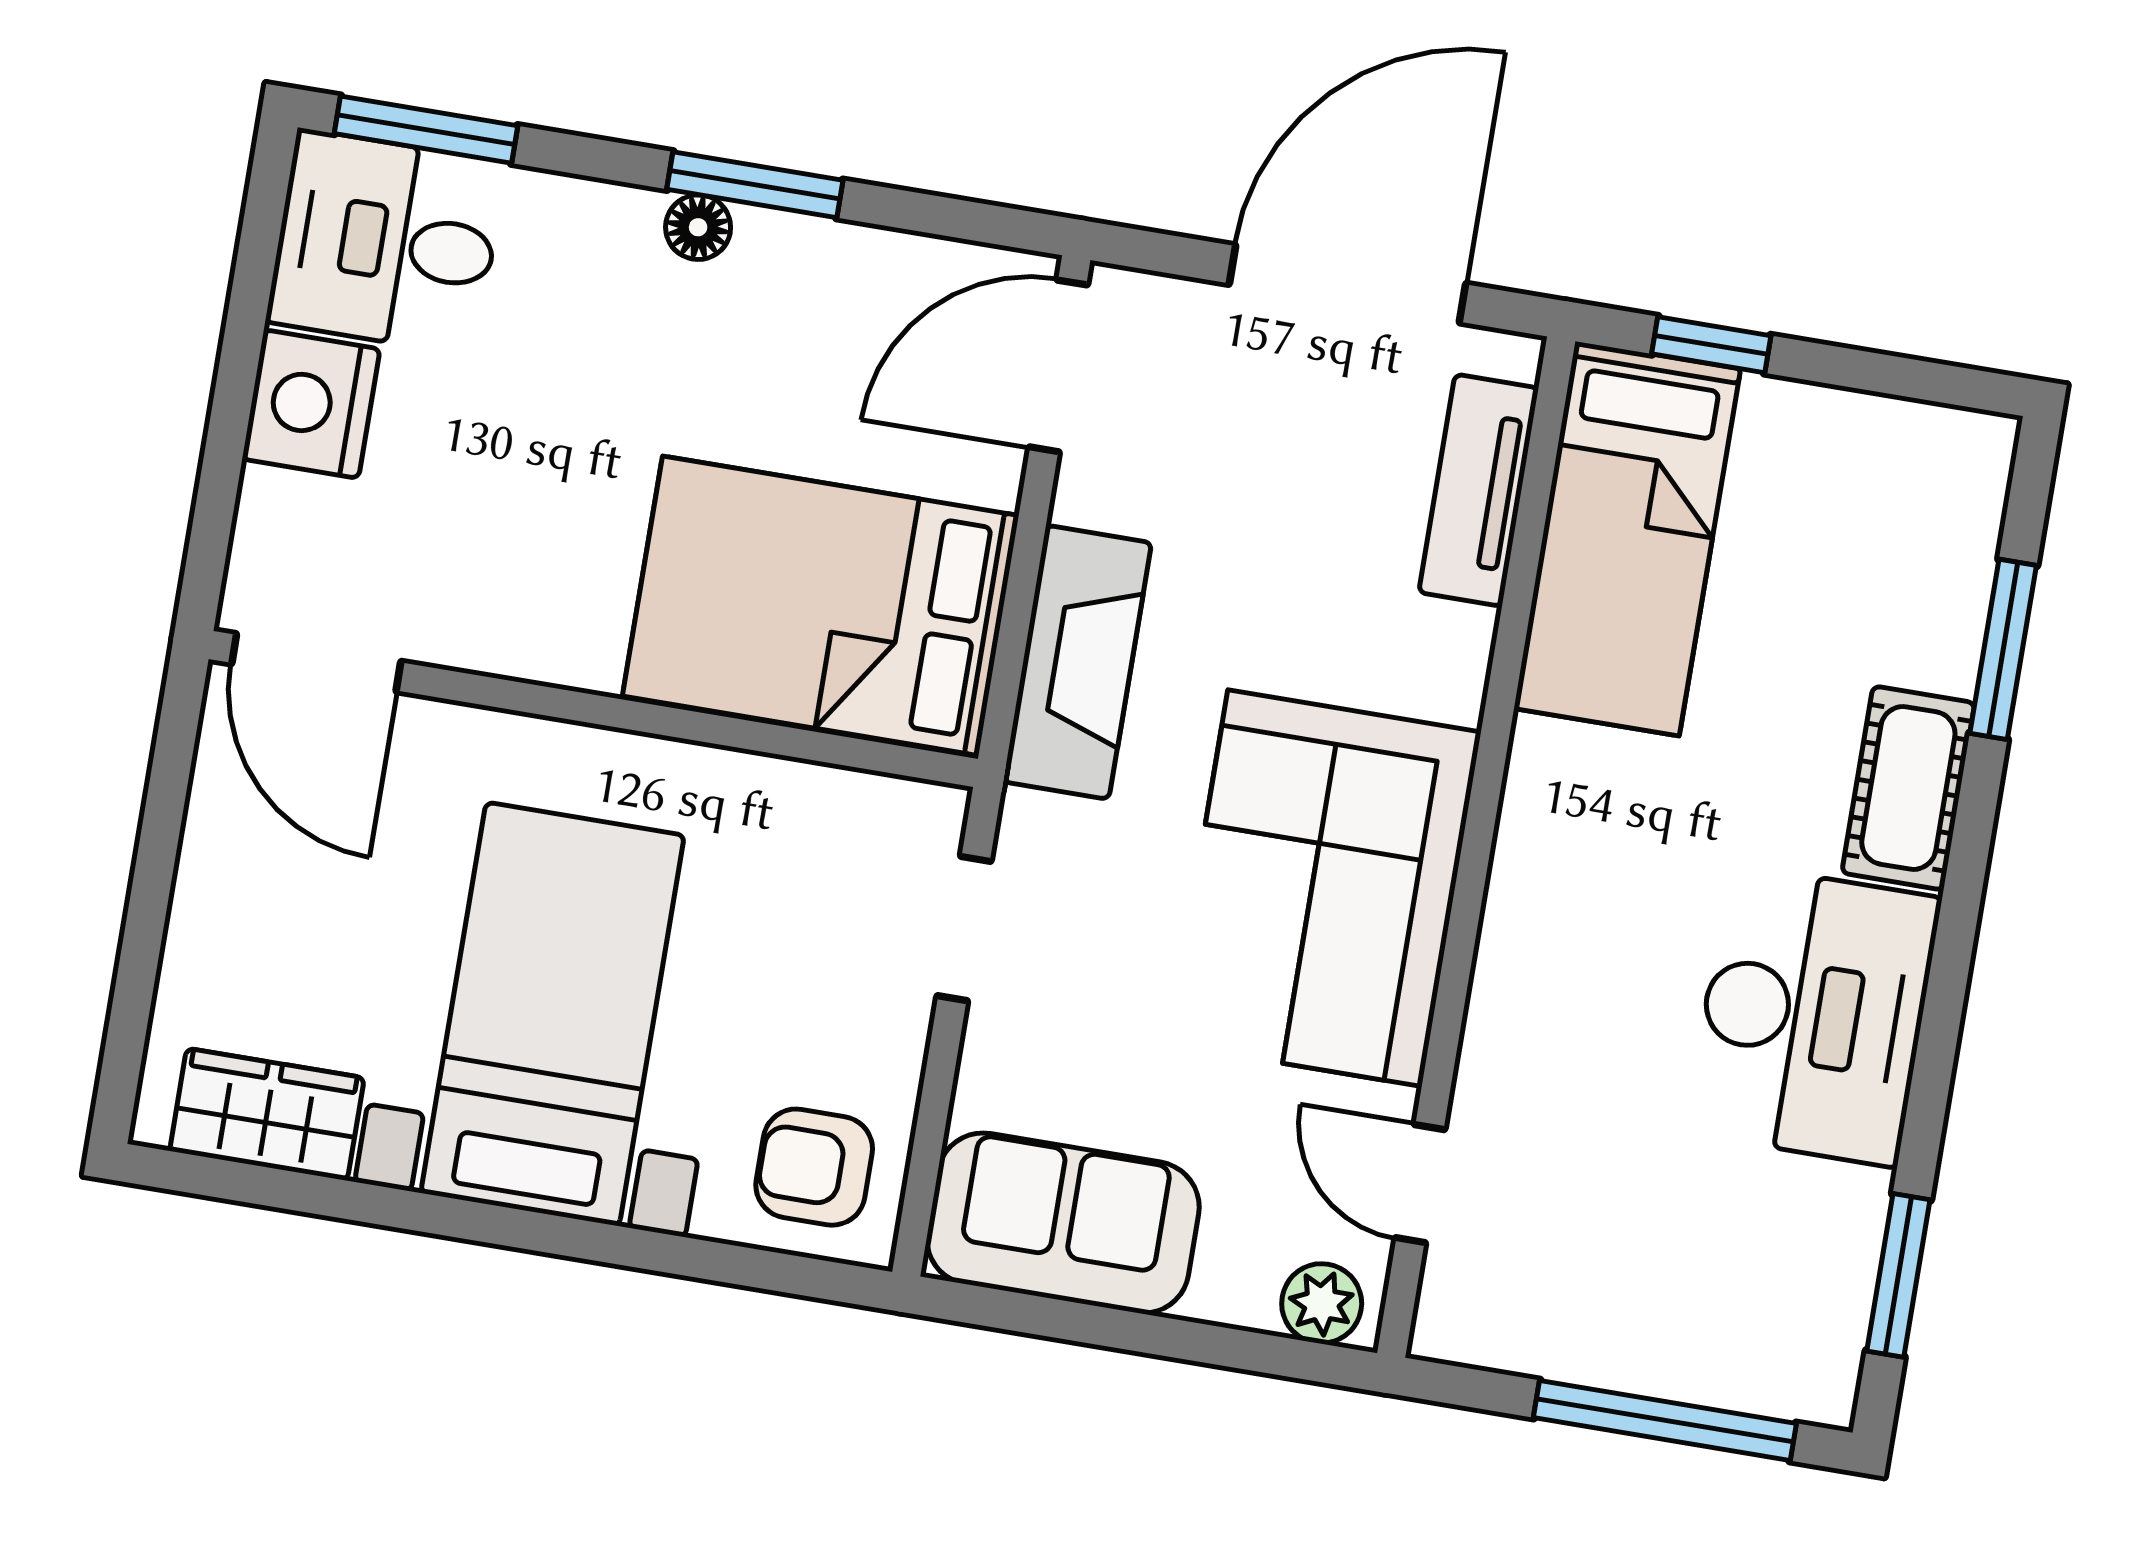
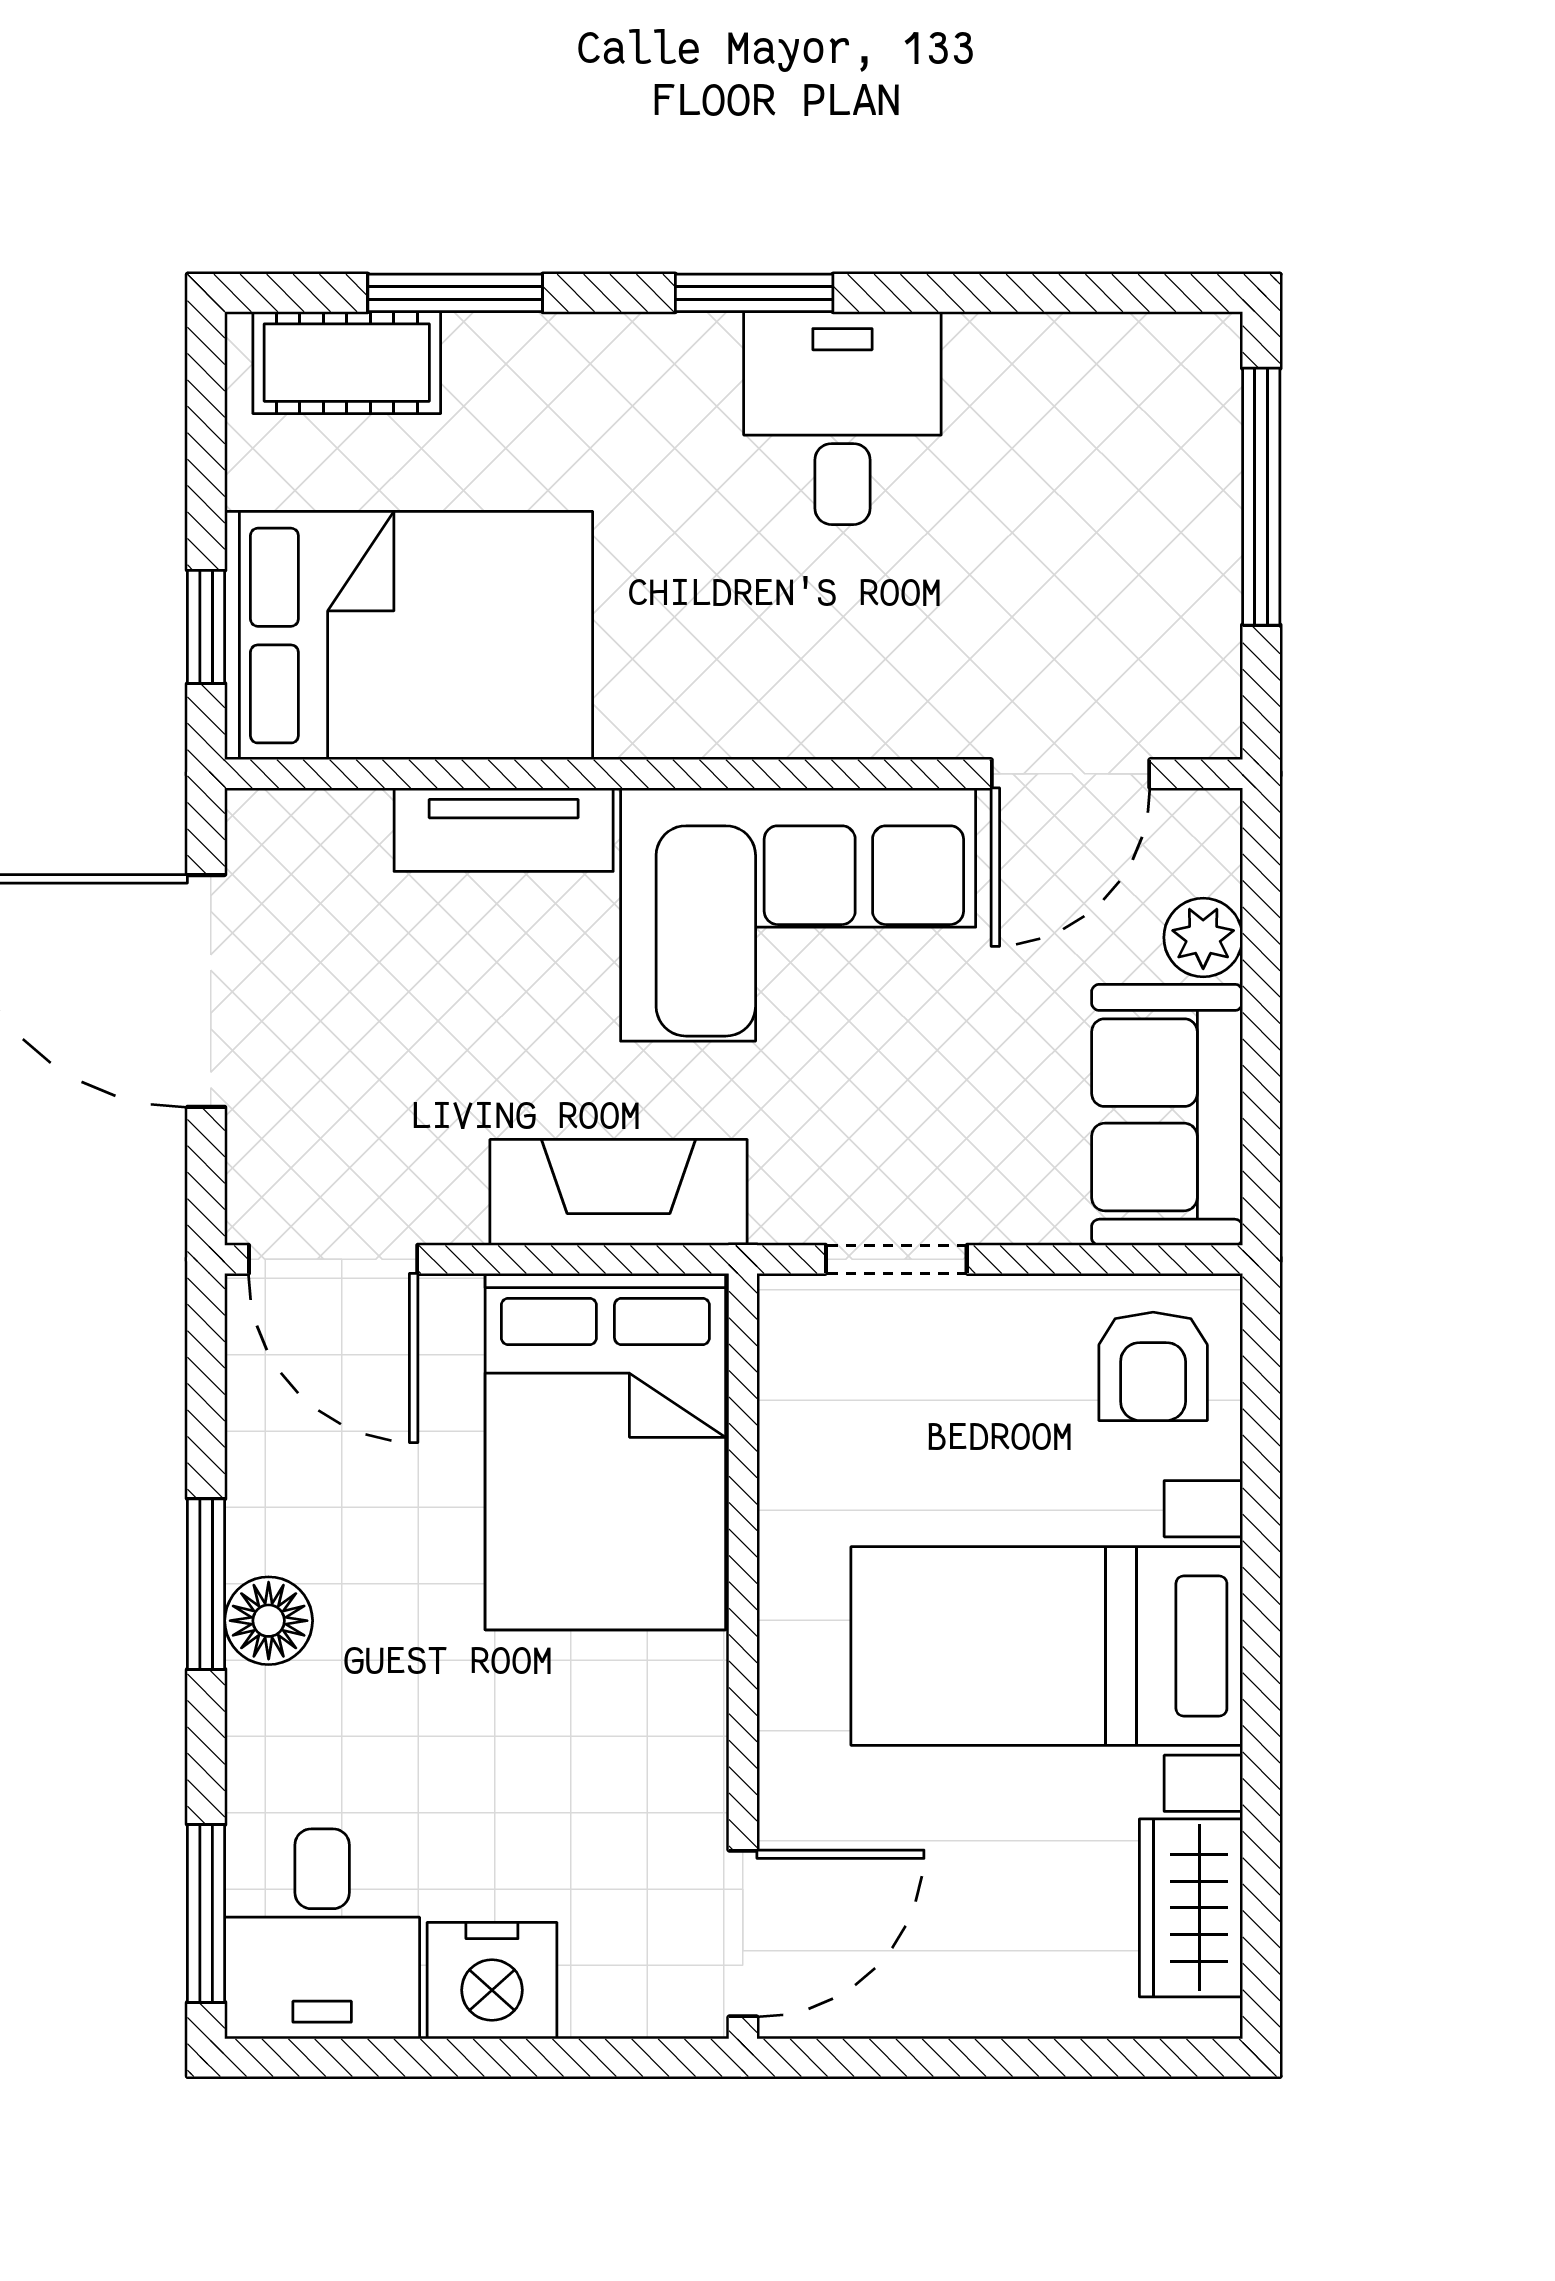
floor lamp: (698, 227) -> (269, 1621), width x1.37, depth x1.37
tv unit: (1479, 490) -> (504, 830), moved
bed: (1627, 539) -> (409, 636), width x1.50
cot: (1908, 788) -> (347, 363), moved
desk: (1813, 1015) -> (842, 418), width x0.73
door: (1420, 1184) -> (1071, 774), width x1.38
window: (1898, 1275) -> (754, 293), moved
plant: (1322, 1303) -> (1203, 937), moved

